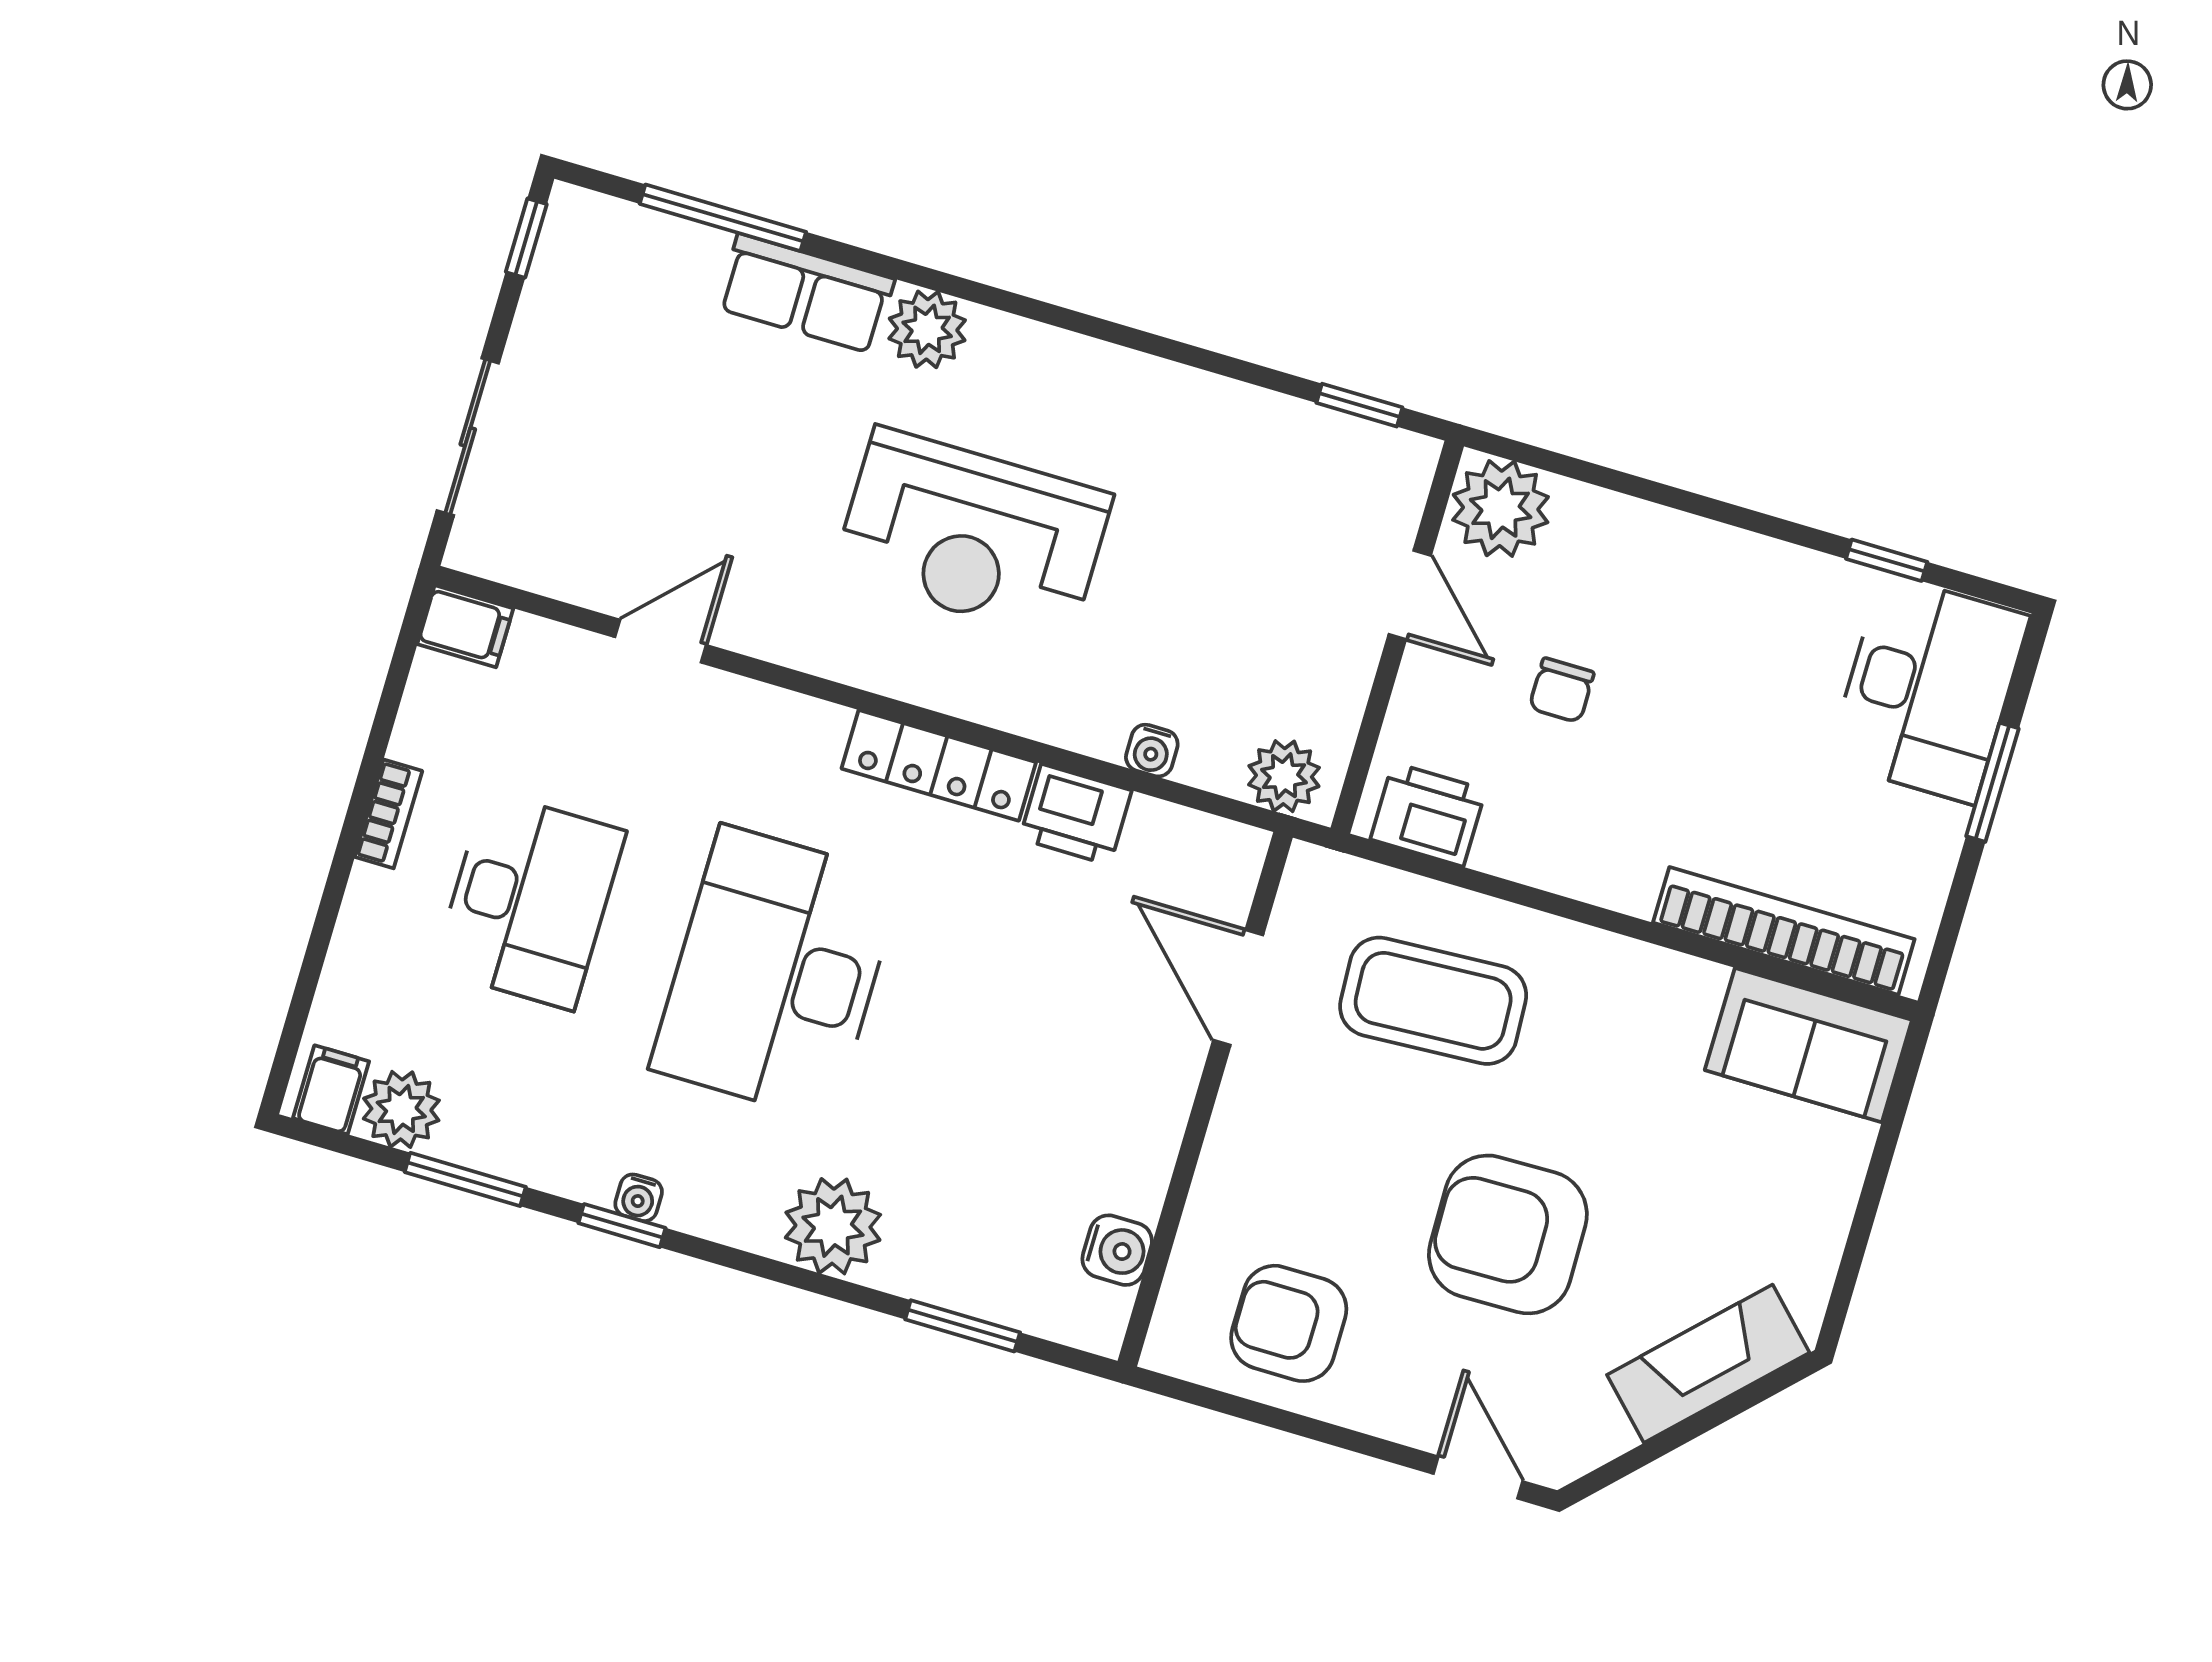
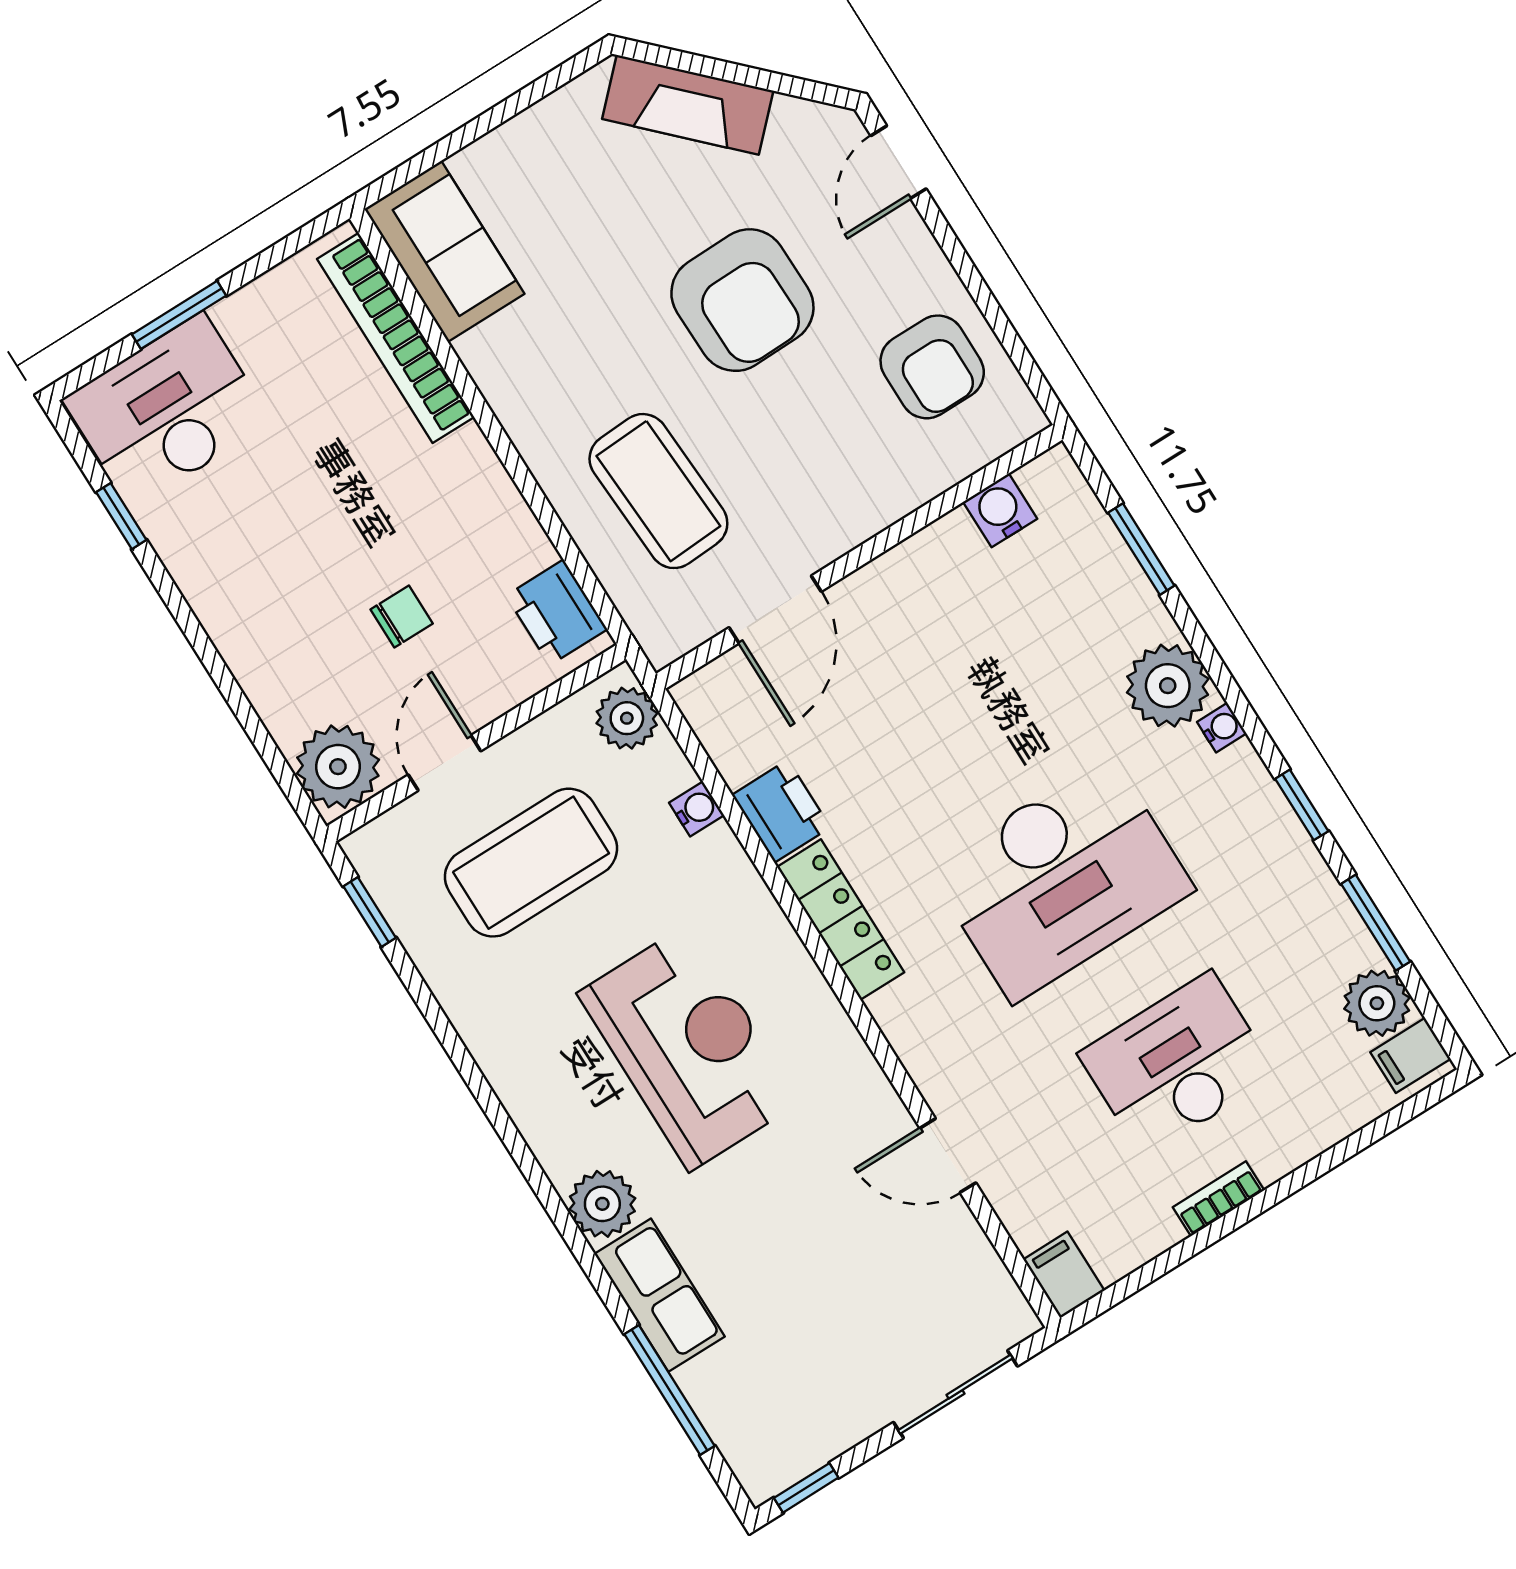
coffee table: (1256, 574) -> (531, 863), added
water cooler: (639, 1198) -> (1222, 728), moved

